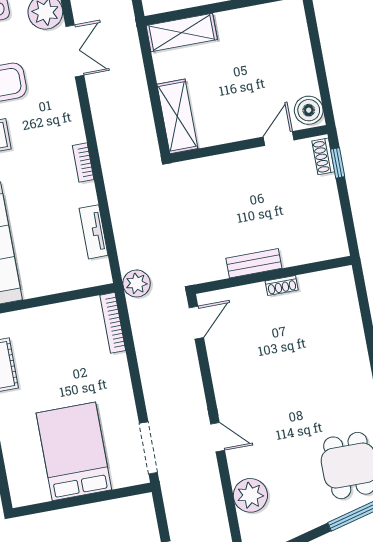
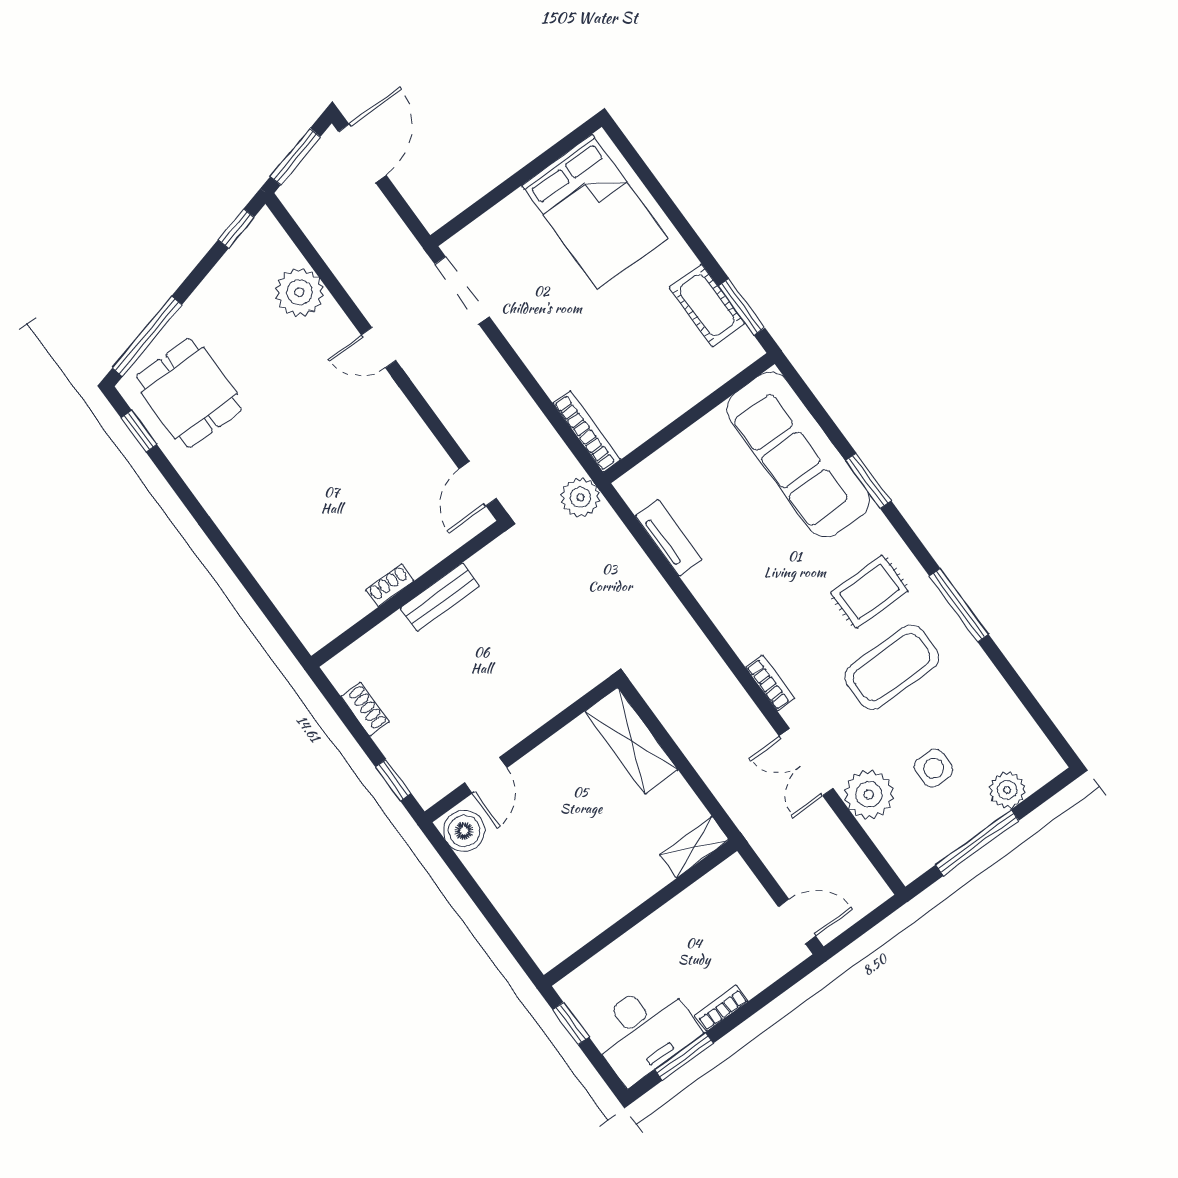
shelving: (182, 32) -> (694, 847), width x0.67, depth x0.75
shoe rack: (323, 156) -> (365, 709), moved
bookcase: (83, 163) -> (770, 683), moved
bed: (74, 451) -> (595, 212), moved

